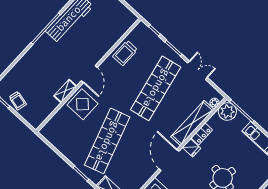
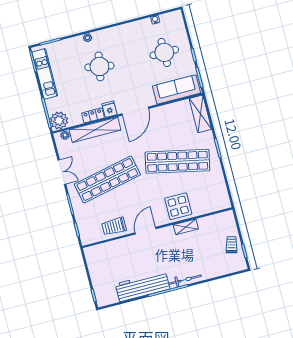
bicycle: (37, 47) -> (185, 280), added
trolley: (125, 53) -> (114, 226), turned 180
double door: (197, 70) -> (62, 172), swing flipped
door: (89, 74) -> (145, 231), moved
shop shelf: (107, 141) -> (177, 161), turned 30

